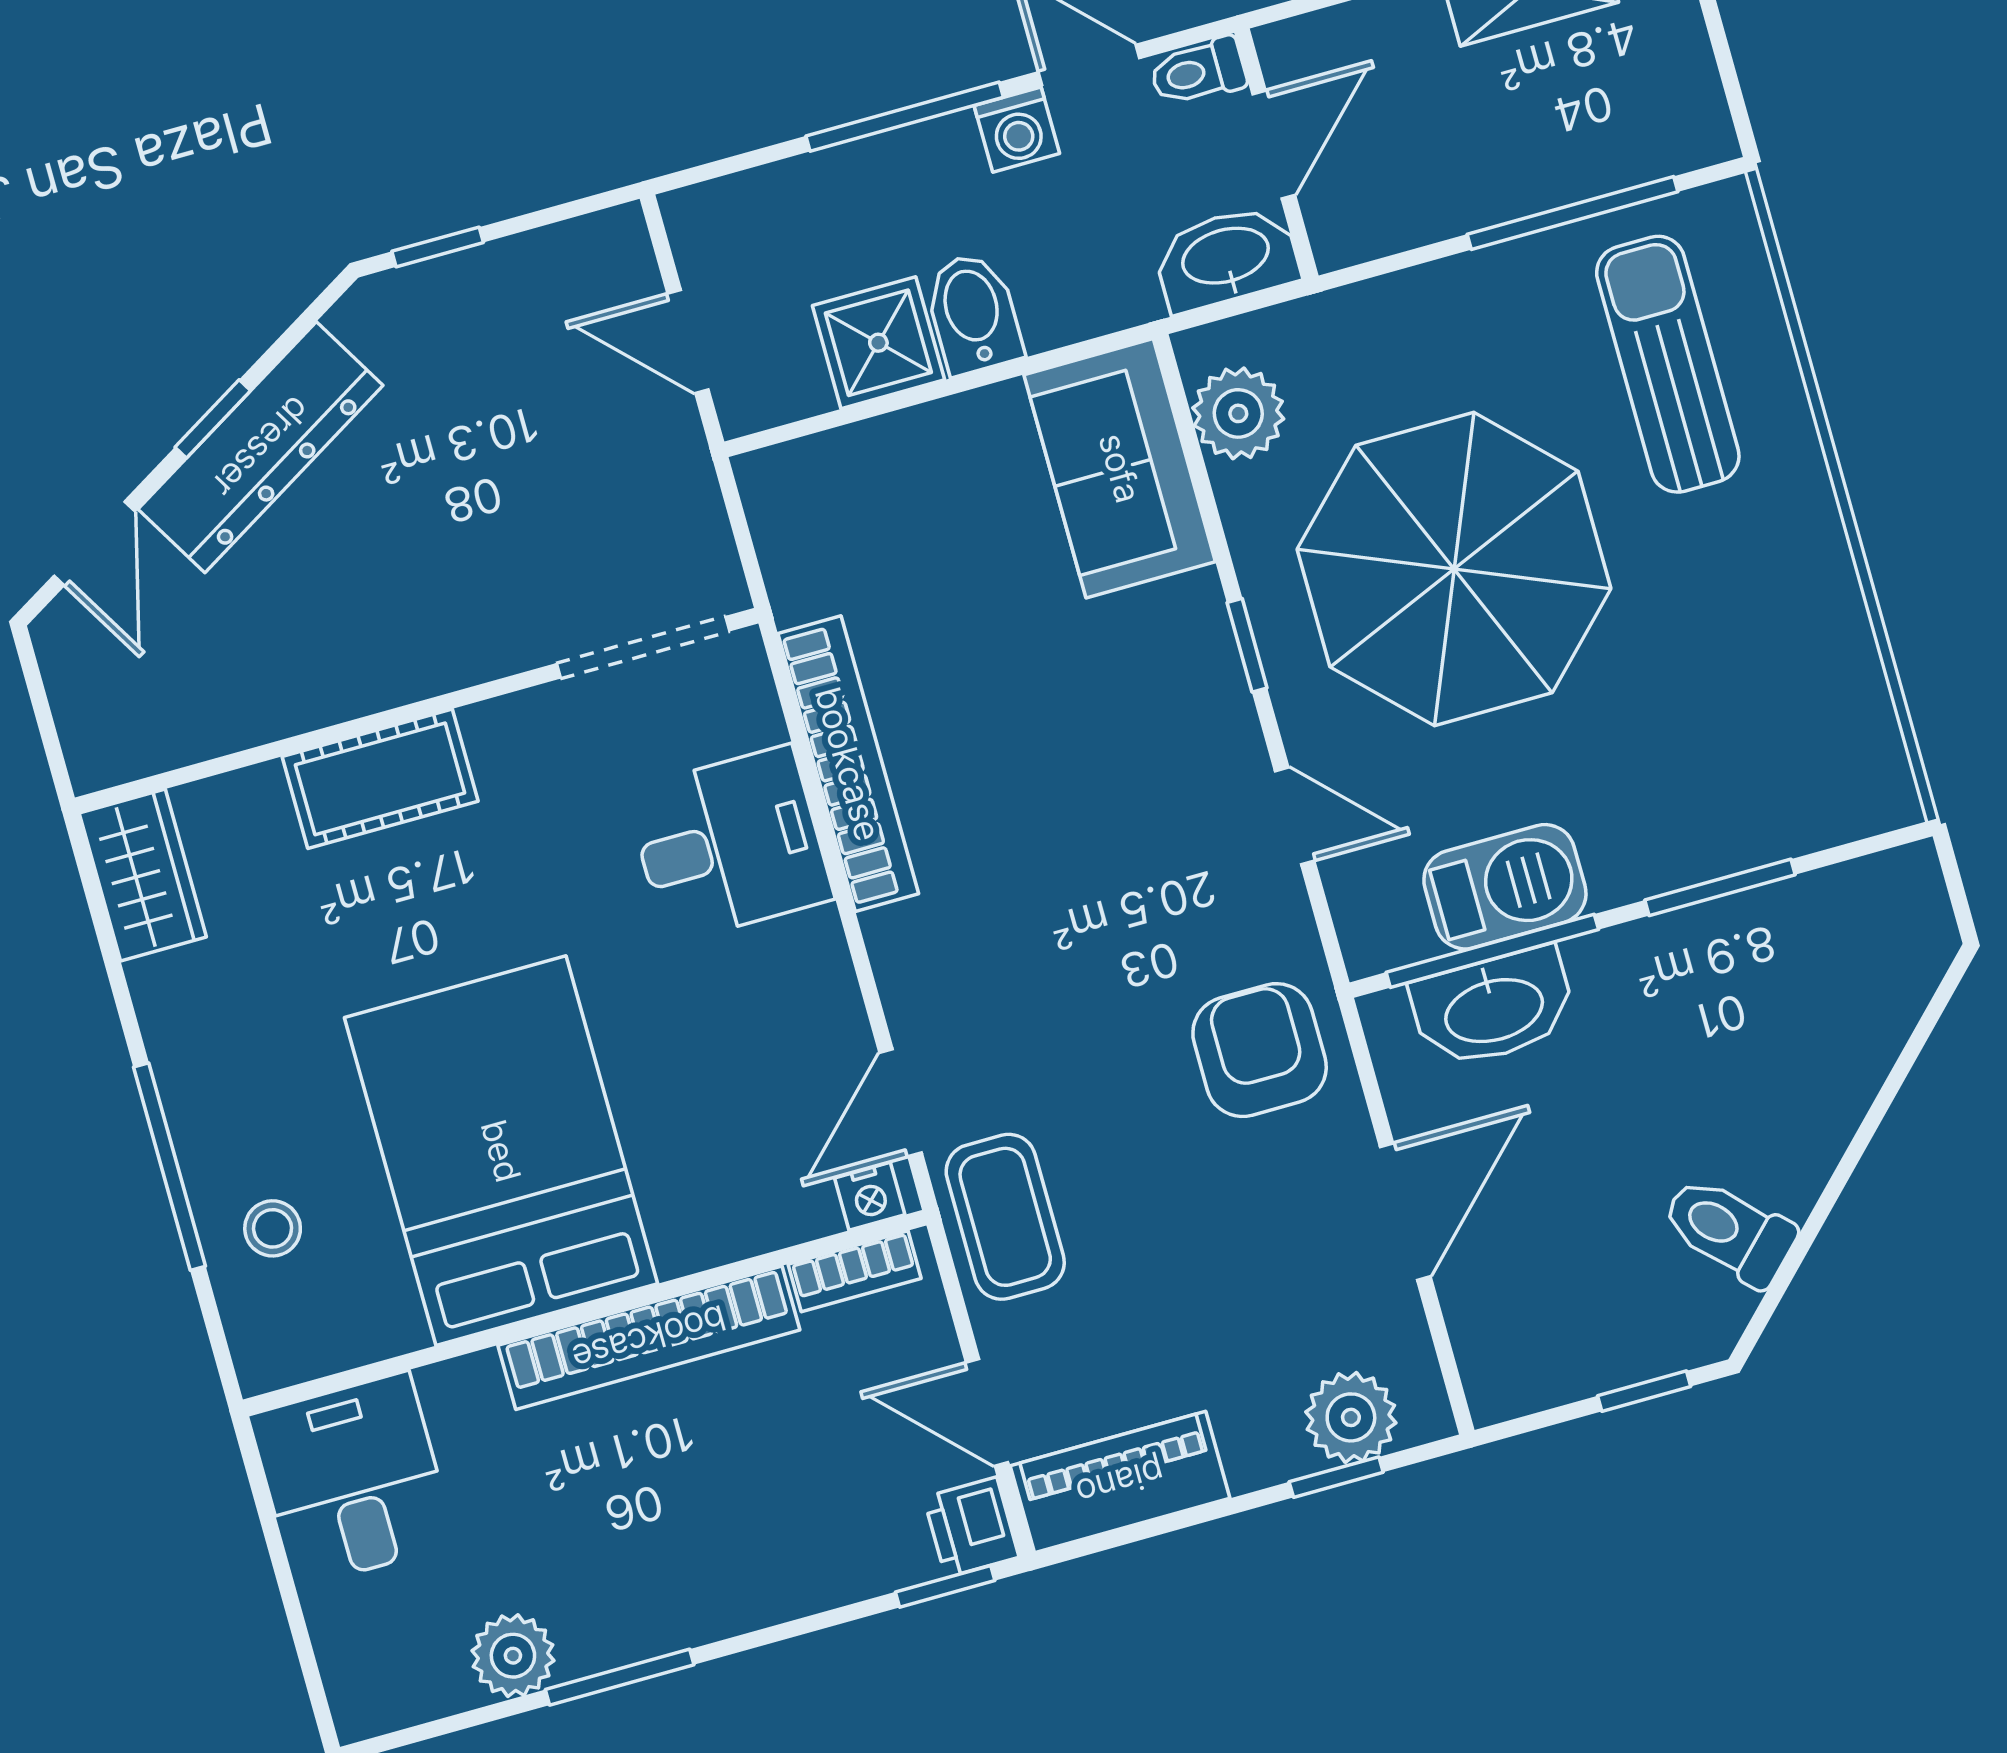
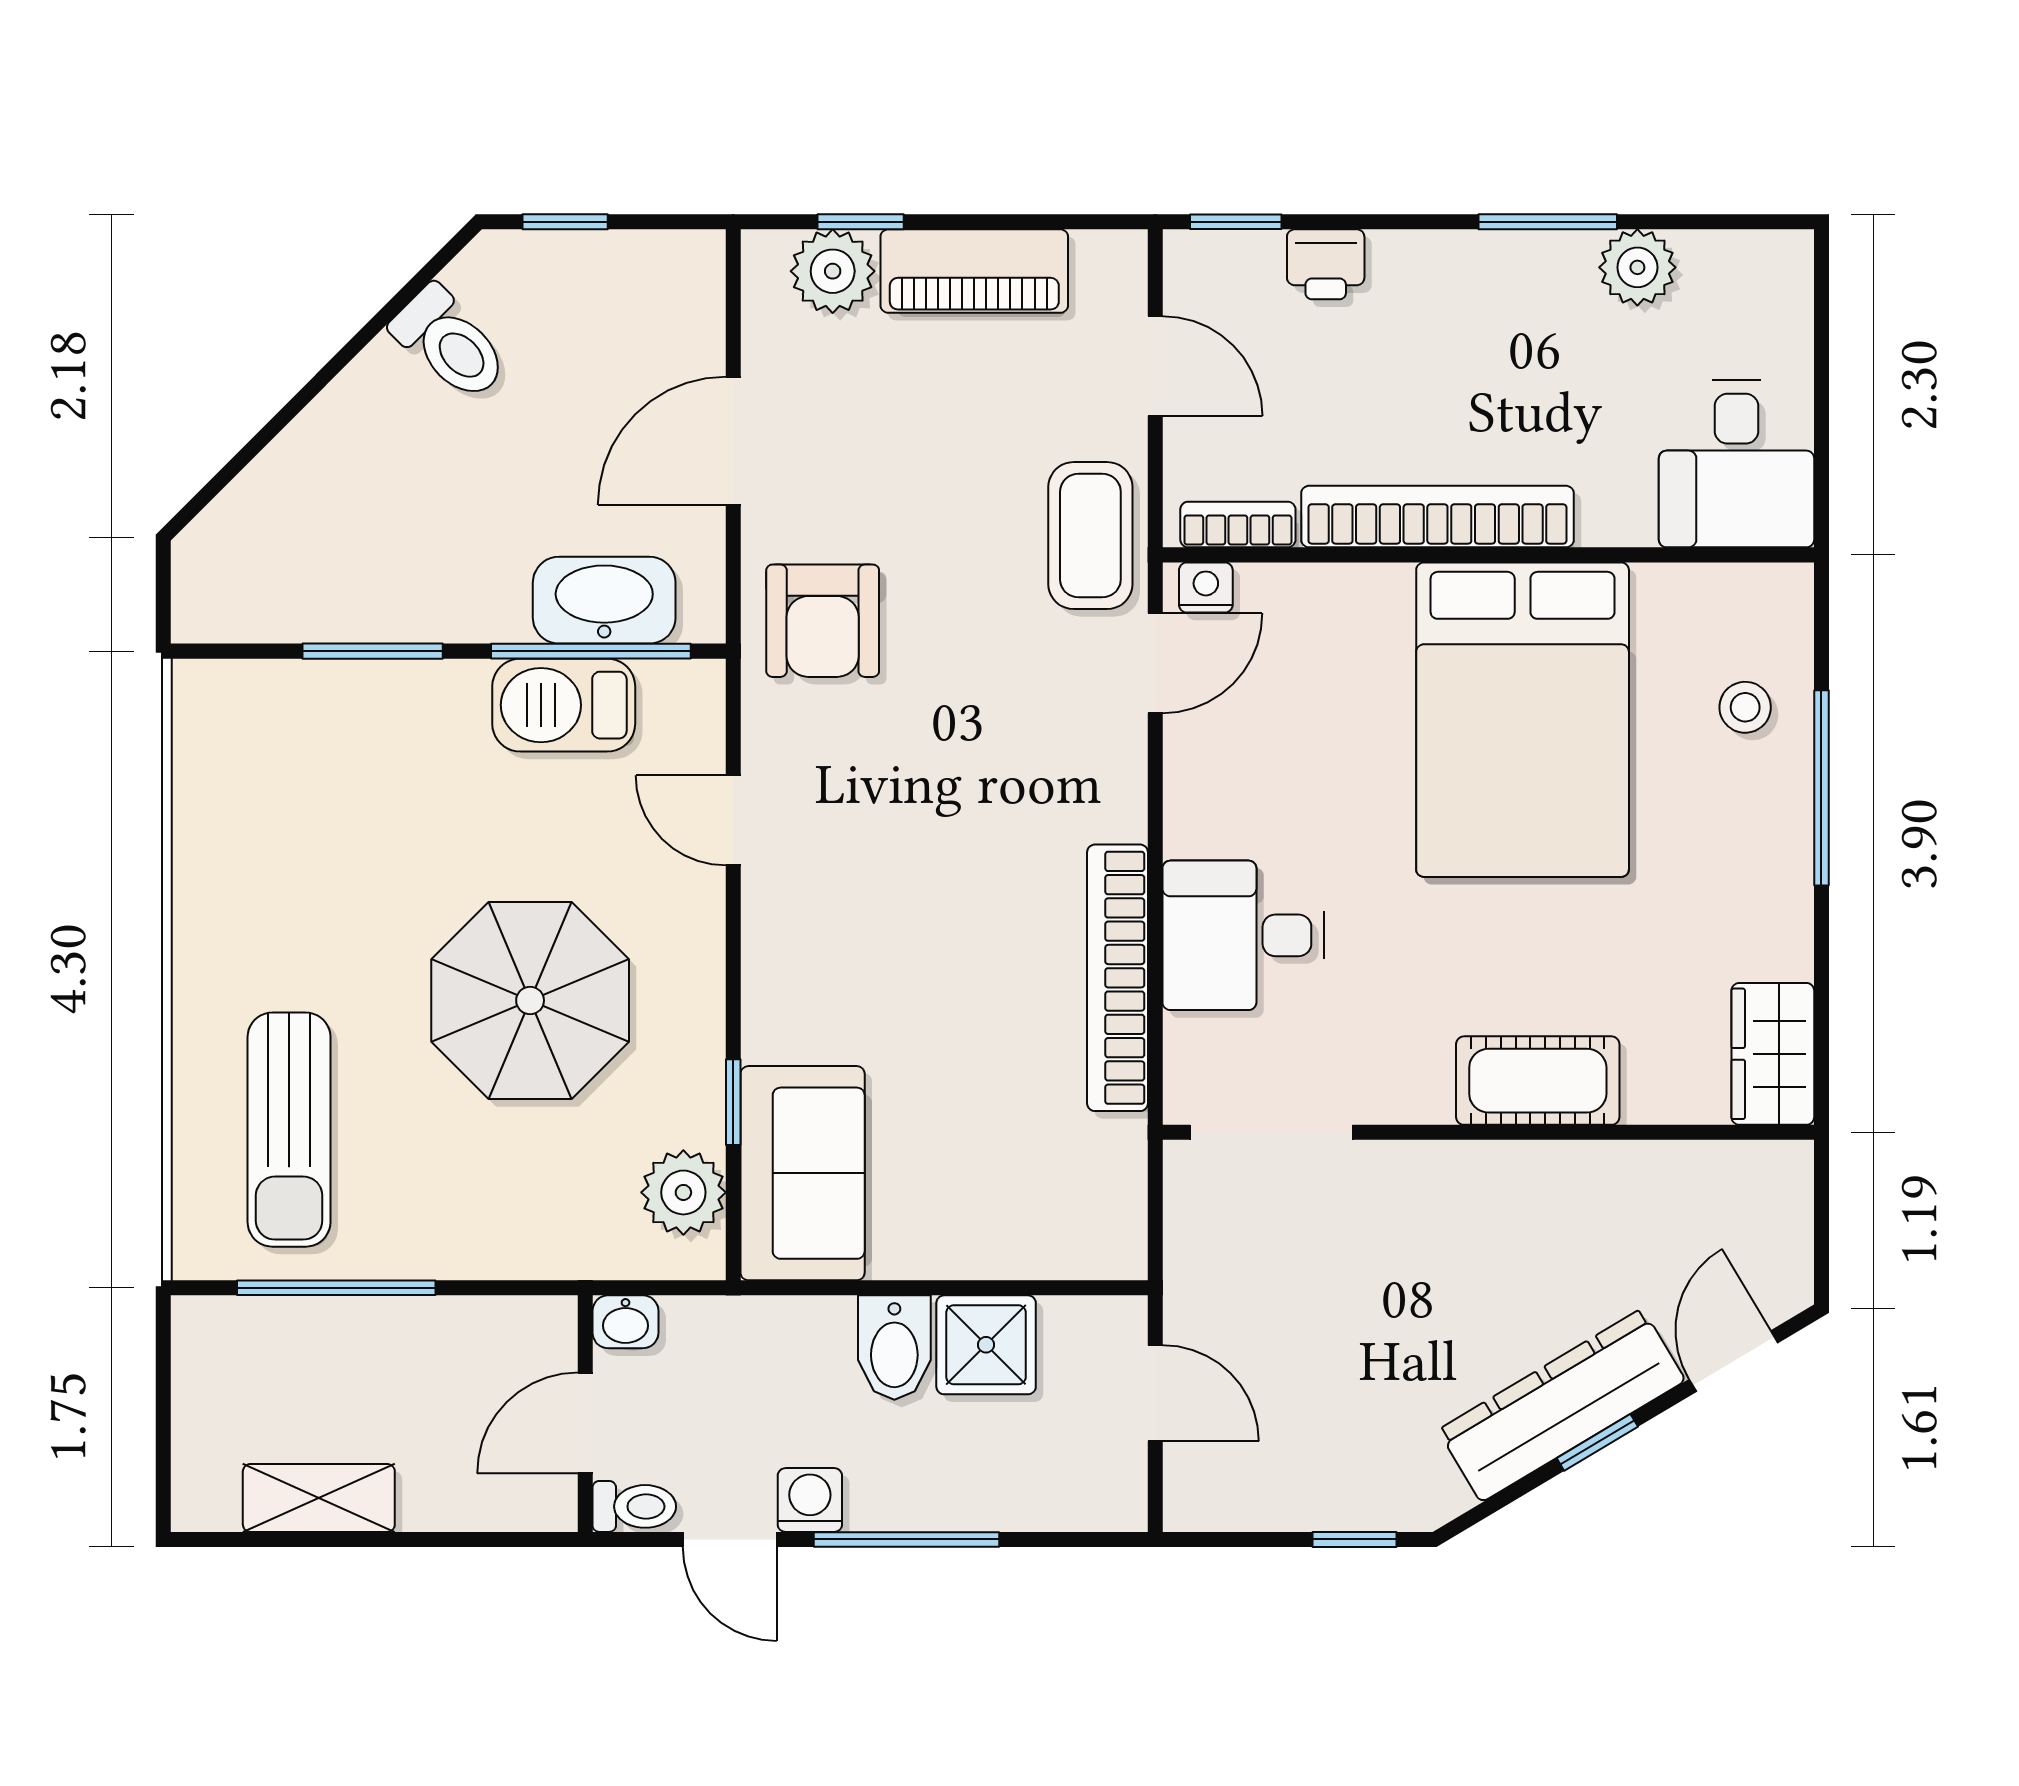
washbasin: (1226, 258) -> (625, 1322), width x0.52, depth x0.69
parasol: (1454, 569) -> (530, 1000), width x0.73, depth x0.73
window: (1247, 645) -> (733, 1102), moved
piano: (1120, 1482) -> (974, 271), moved
printer: (971, 1527) -> (1326, 264), moved, turned 90

